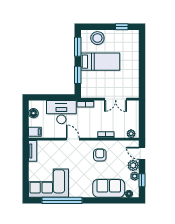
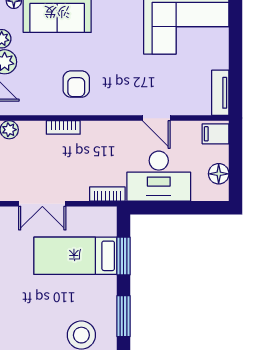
bed: (100, 62) -> (75, 256), moved
double door: (116, 99) -> (42, 204), swing flipped
door: (73, 139) -> (156, 118), moved

